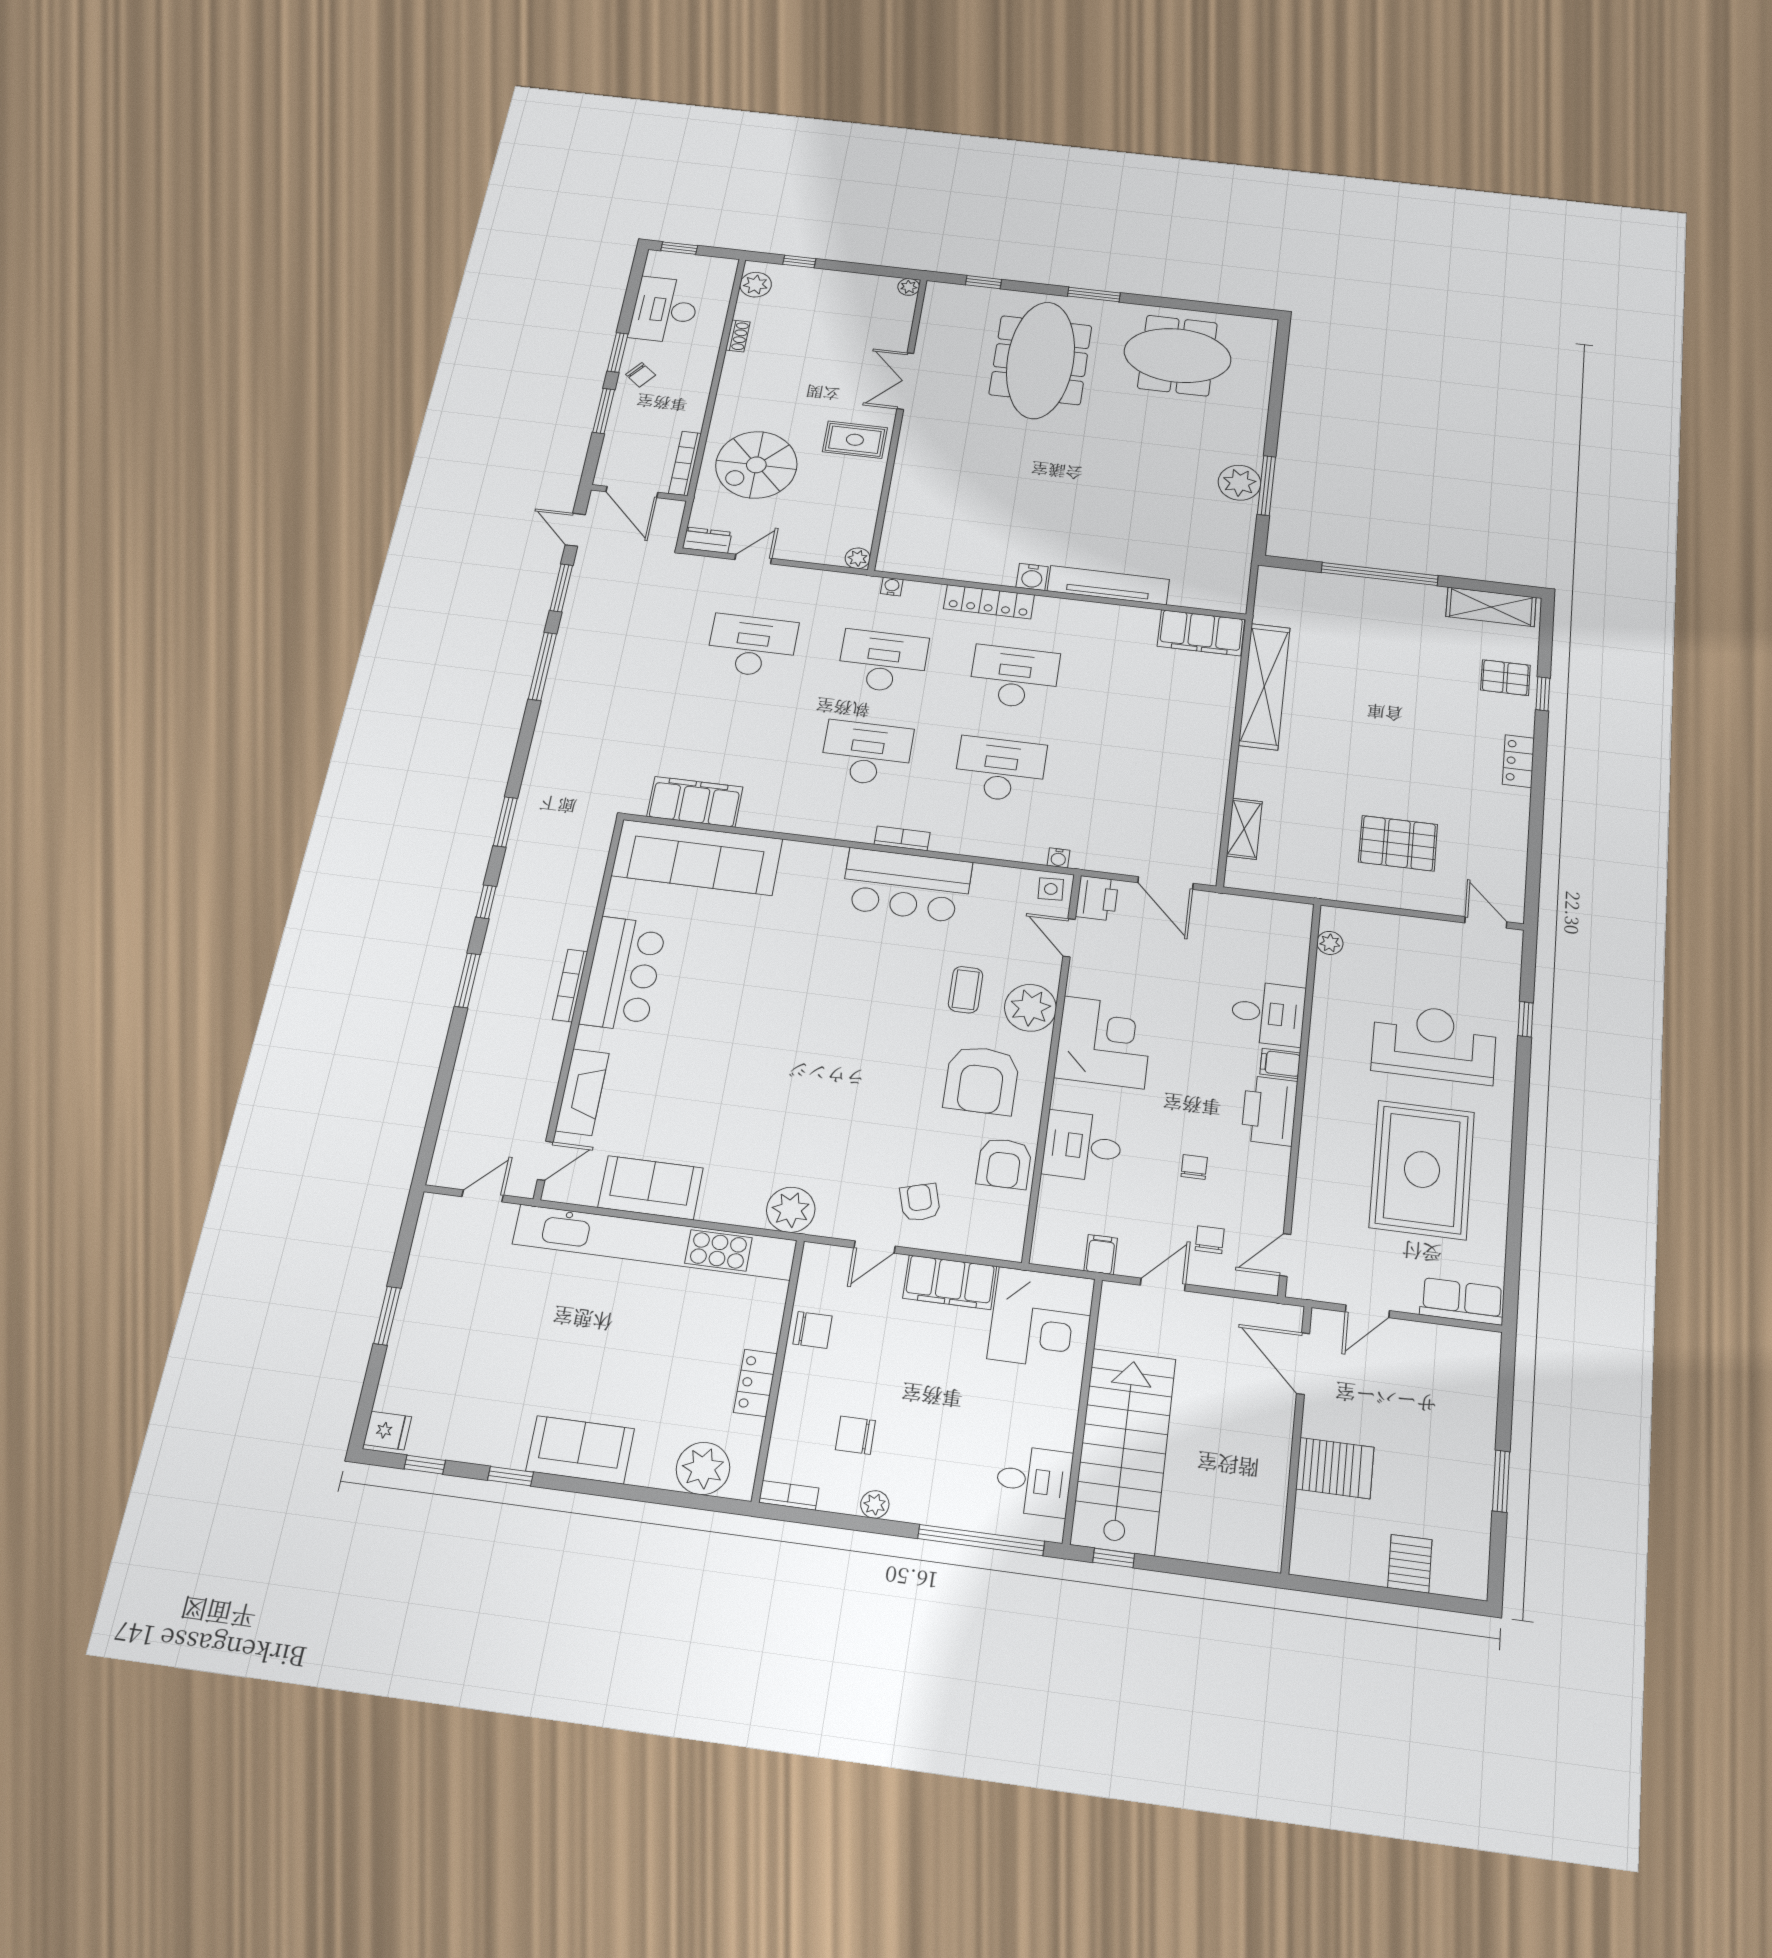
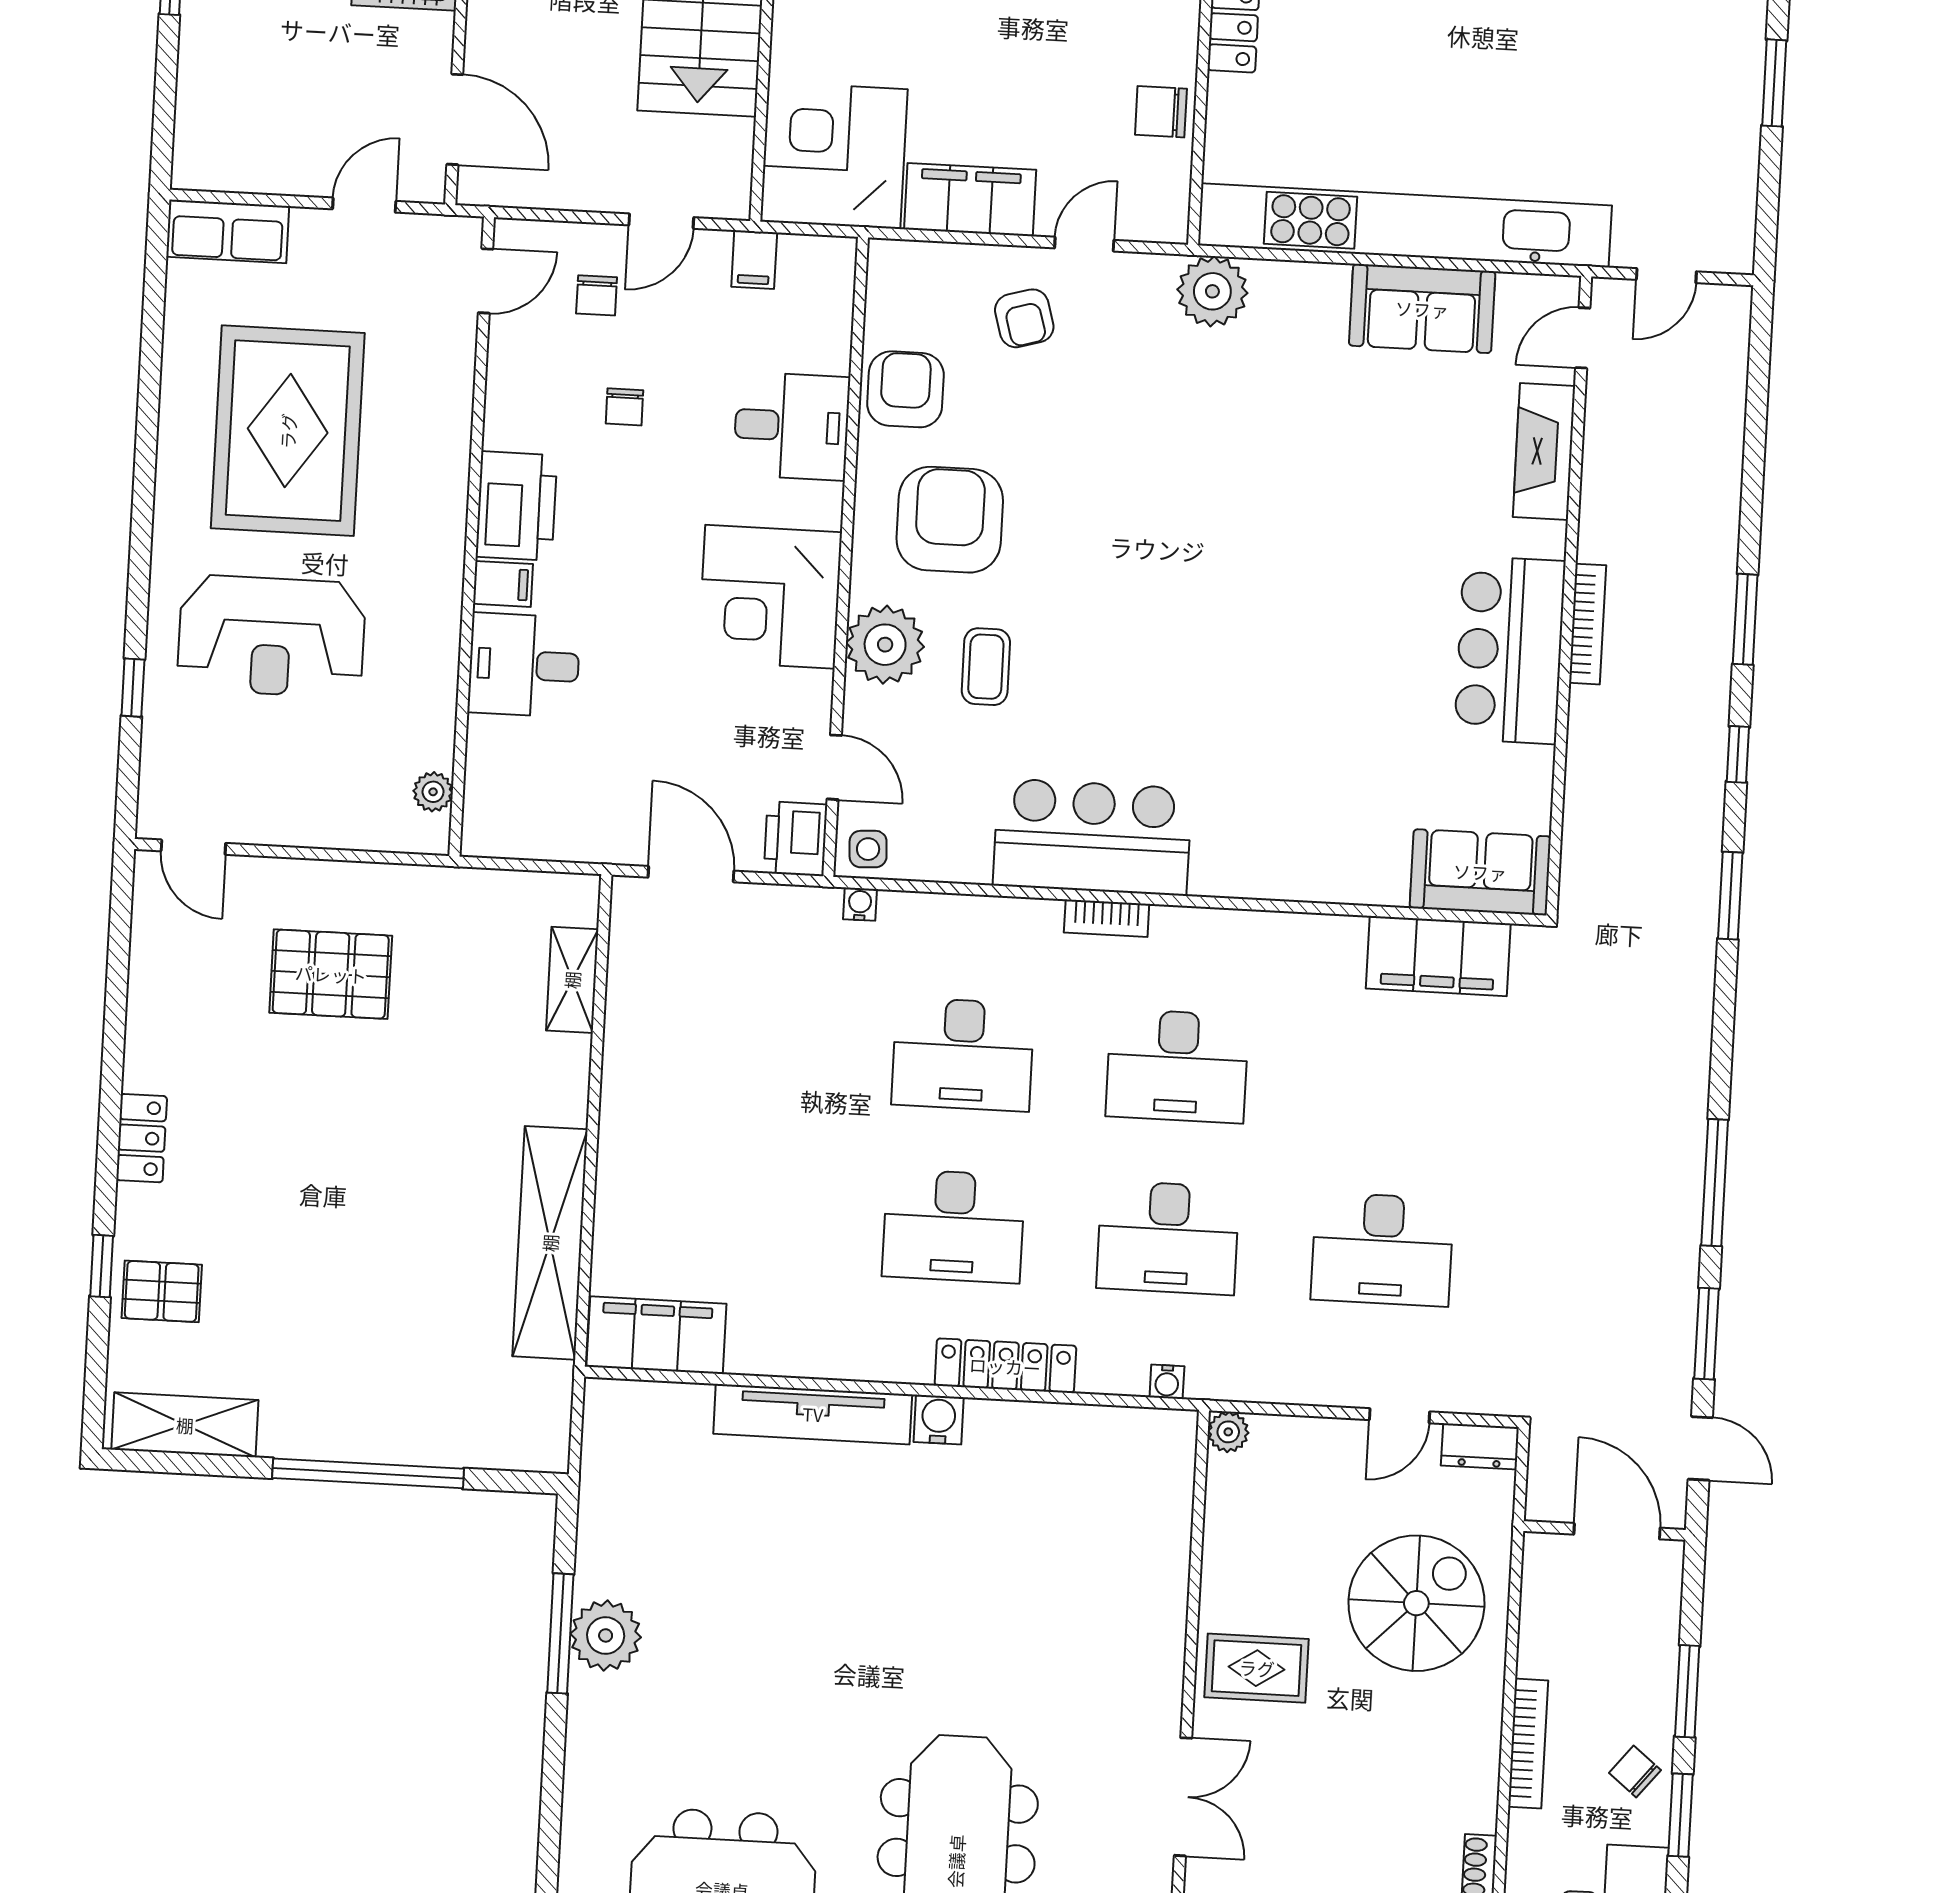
bookcase: (685, 463) -> (1528, 1744), moved
sofa: (697, 857) -> (1480, 872), width x0.54, depth x0.79

